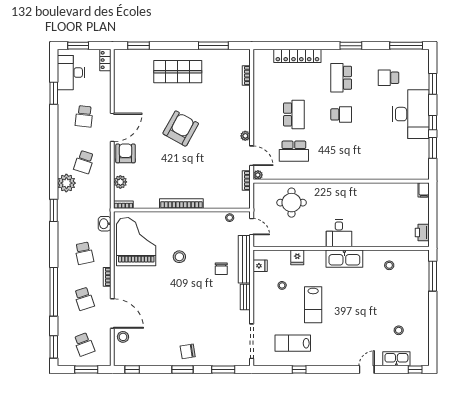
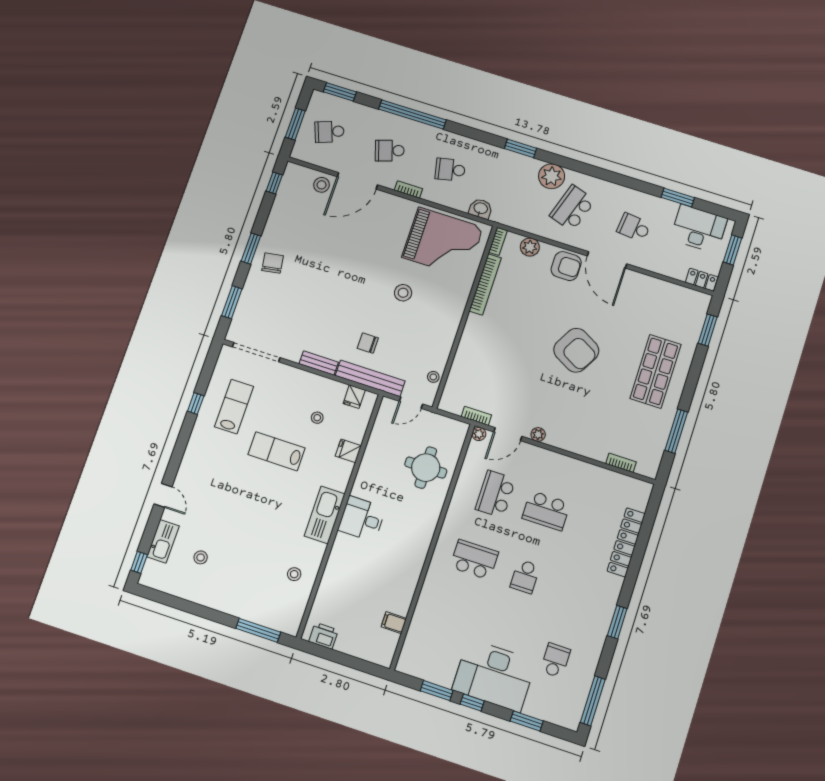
school desk: (341, 78) -> (474, 560), moved
school desk: (84, 162) -> (572, 208), width x1.85
filing cabinet: (424, 190) -> (394, 623), moved
bookcase: (181, 204) -> (485, 284), moved

